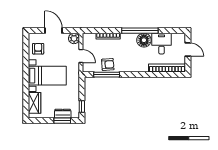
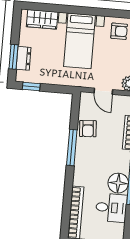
door: (81, 56) -> (103, 91), hinge flipped
window: (107, 75) -> (72, 148), moved

